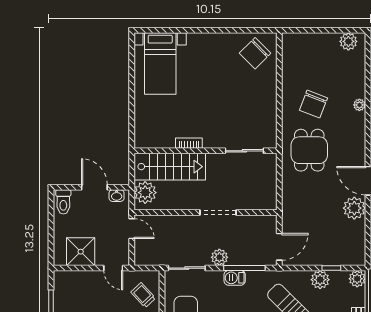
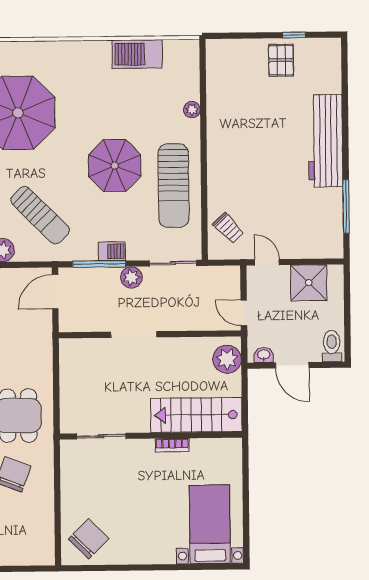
bookcase: (189, 143) -> (172, 445), moved
wall: (205, 151) -> (151, 436), moved
sliding door: (244, 151) -> (101, 436), moved
stairs: (170, 167) -> (196, 415), moved

